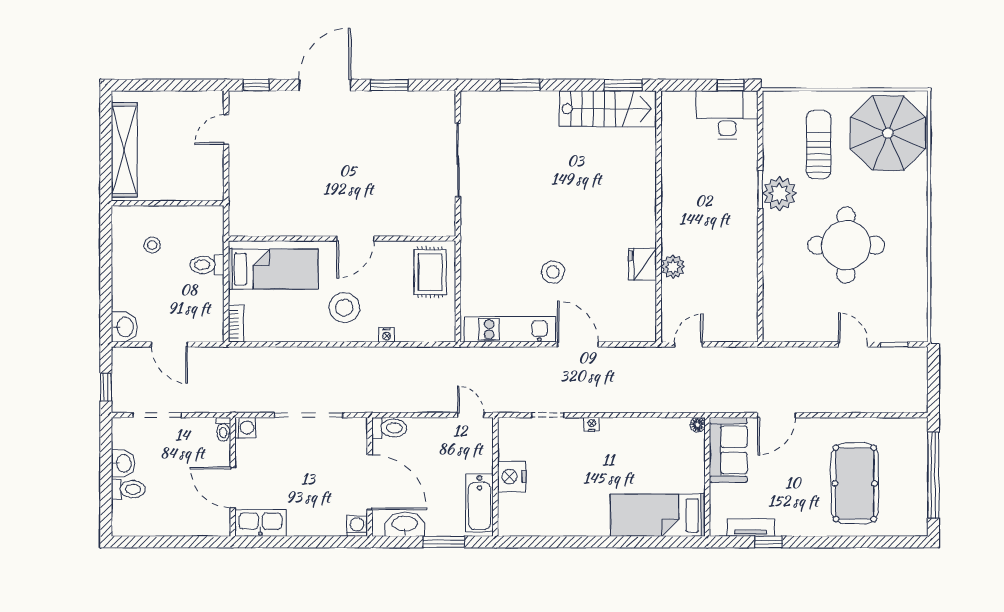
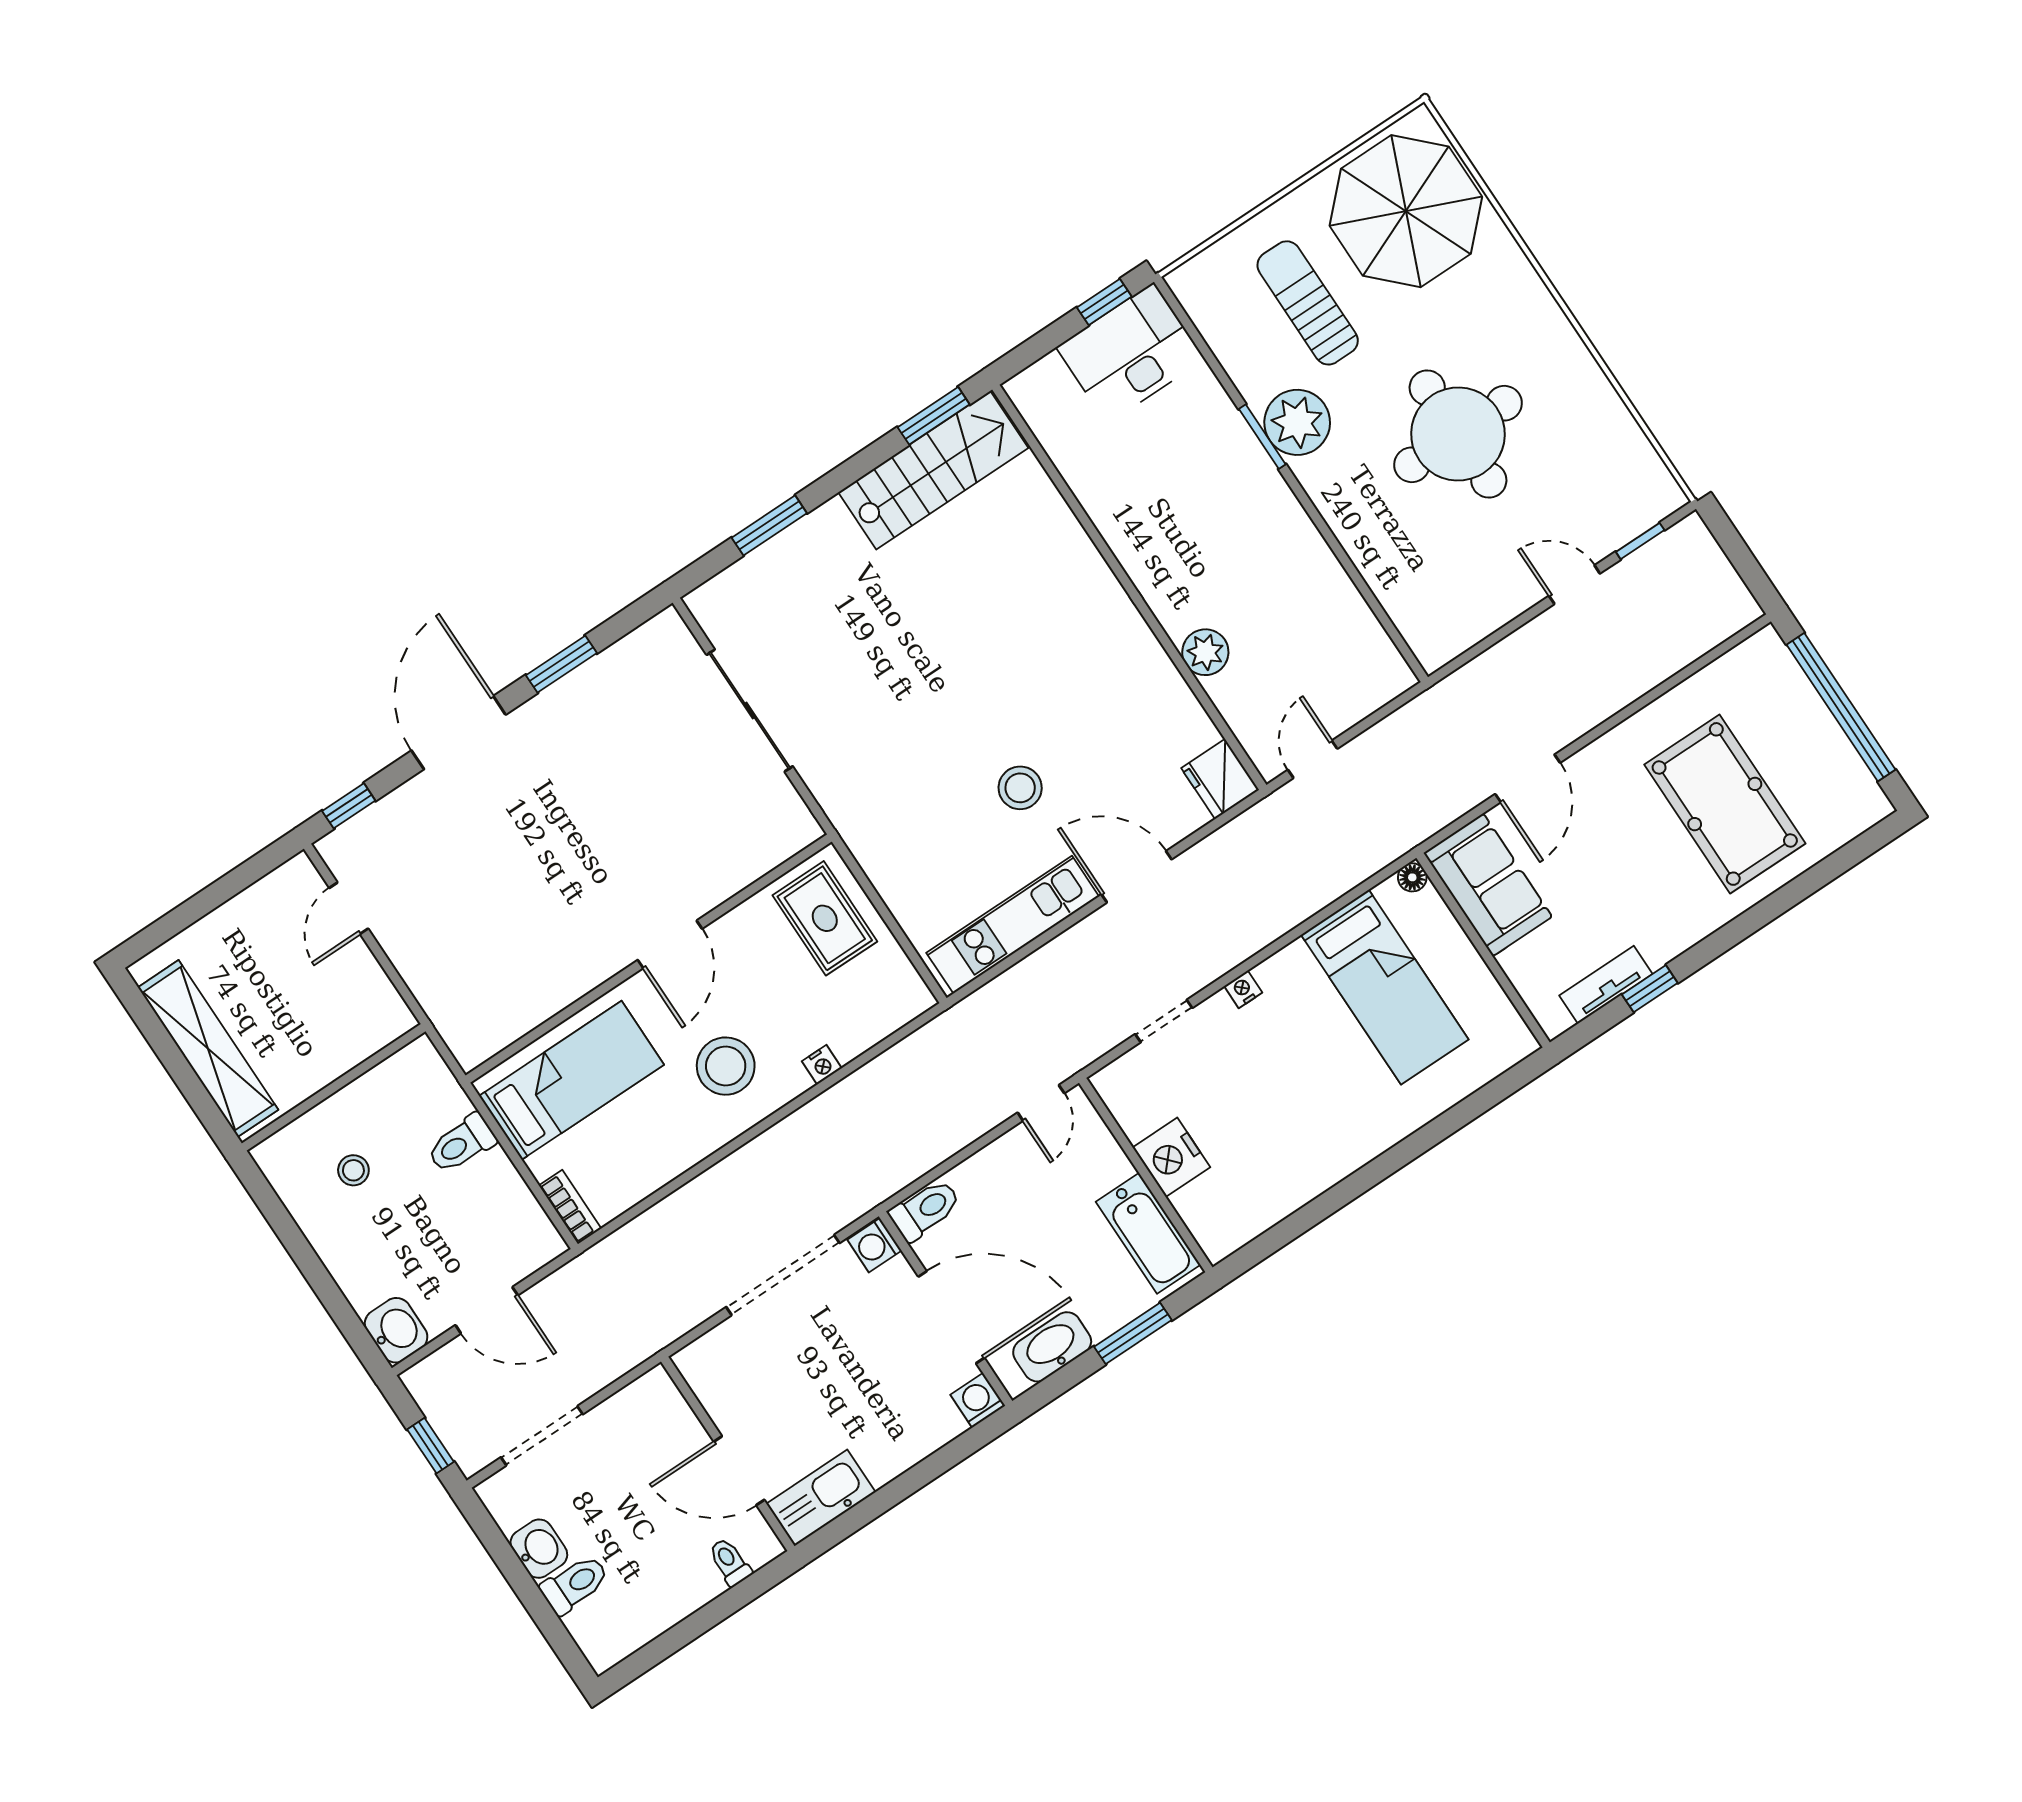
fridge: (643, 264) -> (1220, 779), moved
door: (471, 415) -> (1041, 1103), swing flipped
washing machine: (245, 428) -> (874, 1245), moved, turned 180
toilet: (223, 429) -> (730, 1562), moved, turned 180
bed: (658, 515) -> (1385, 987), moved, turned -90

